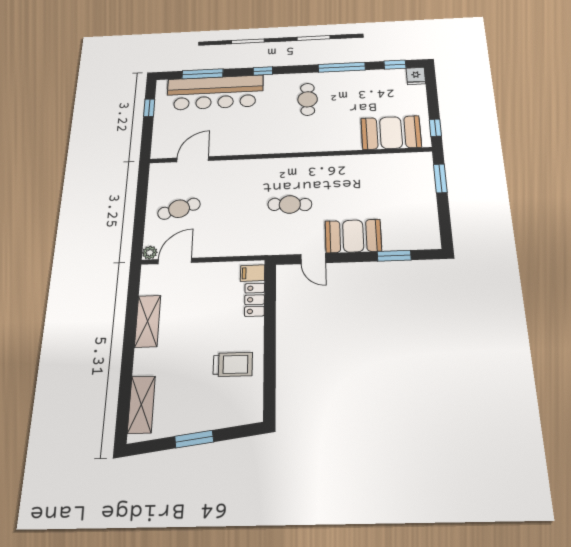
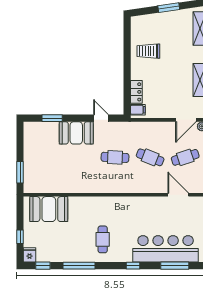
window: (435, 128) -> (20, 237), moved
door: (193, 159) -> (178, 195), swing flipped
cafe table: (234, 207) -> (150, 157), added

